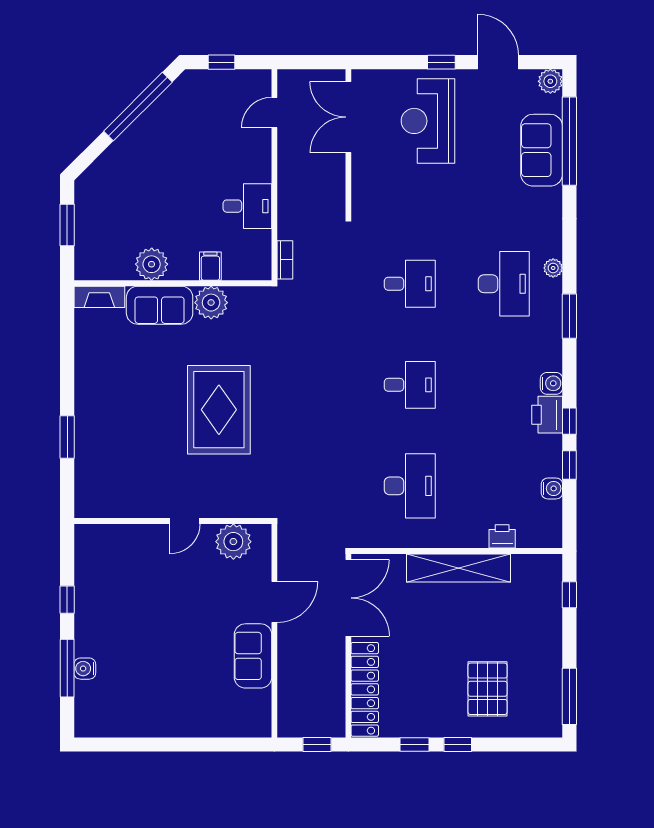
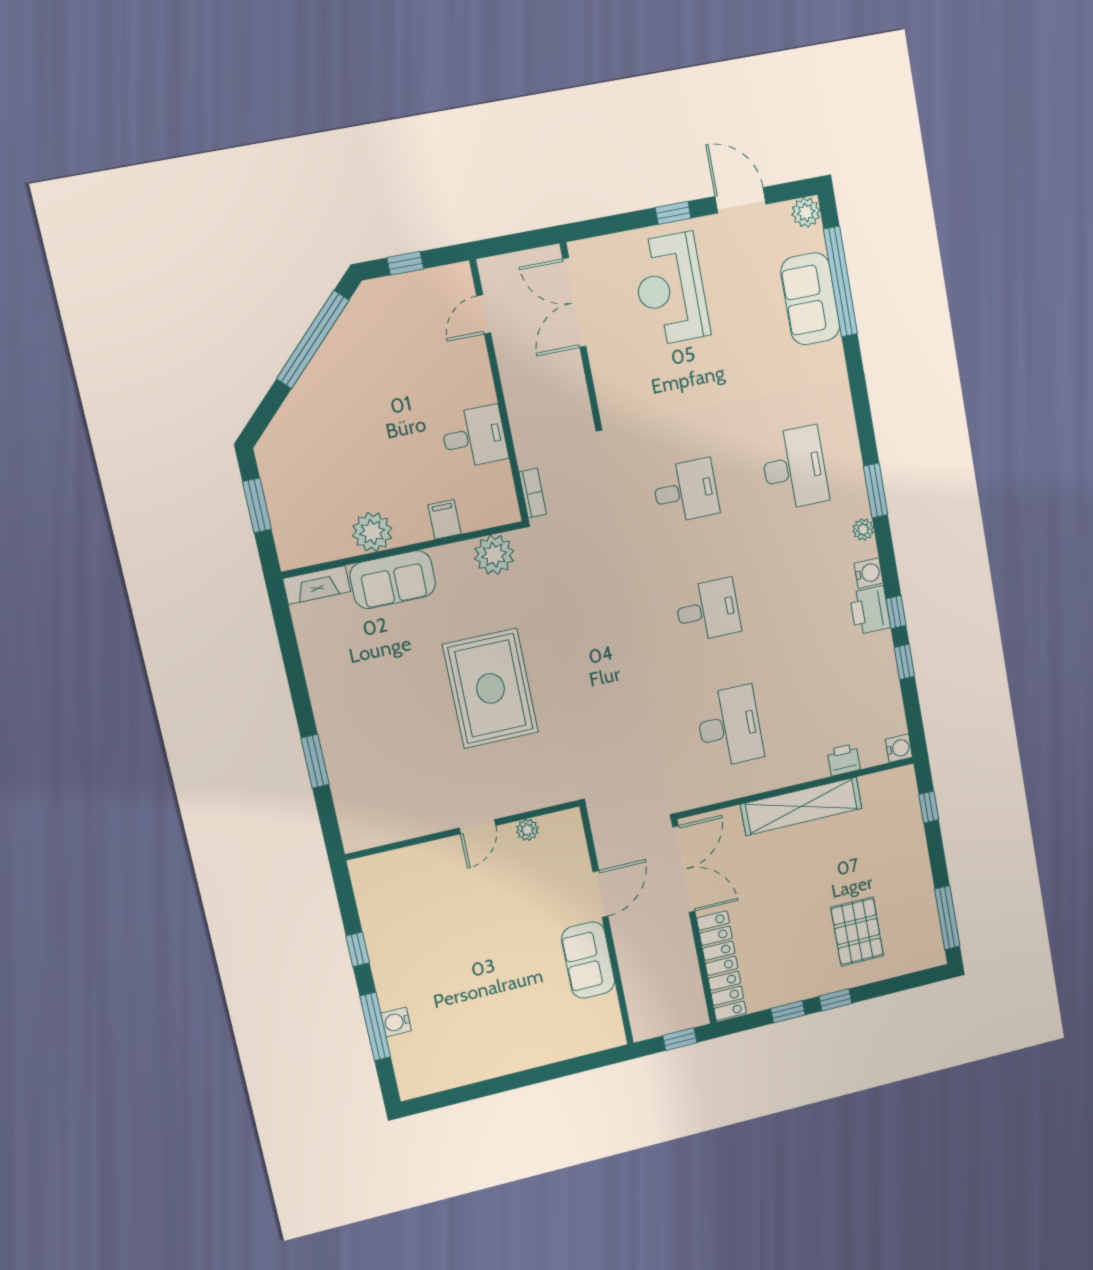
plant: (553, 268) -> (863, 529), moved
plant: (211, 303) -> (494, 555), moved
water cooler: (552, 488) -> (899, 748), moved
plant: (233, 542) -> (527, 830), width x0.53, depth x0.53

